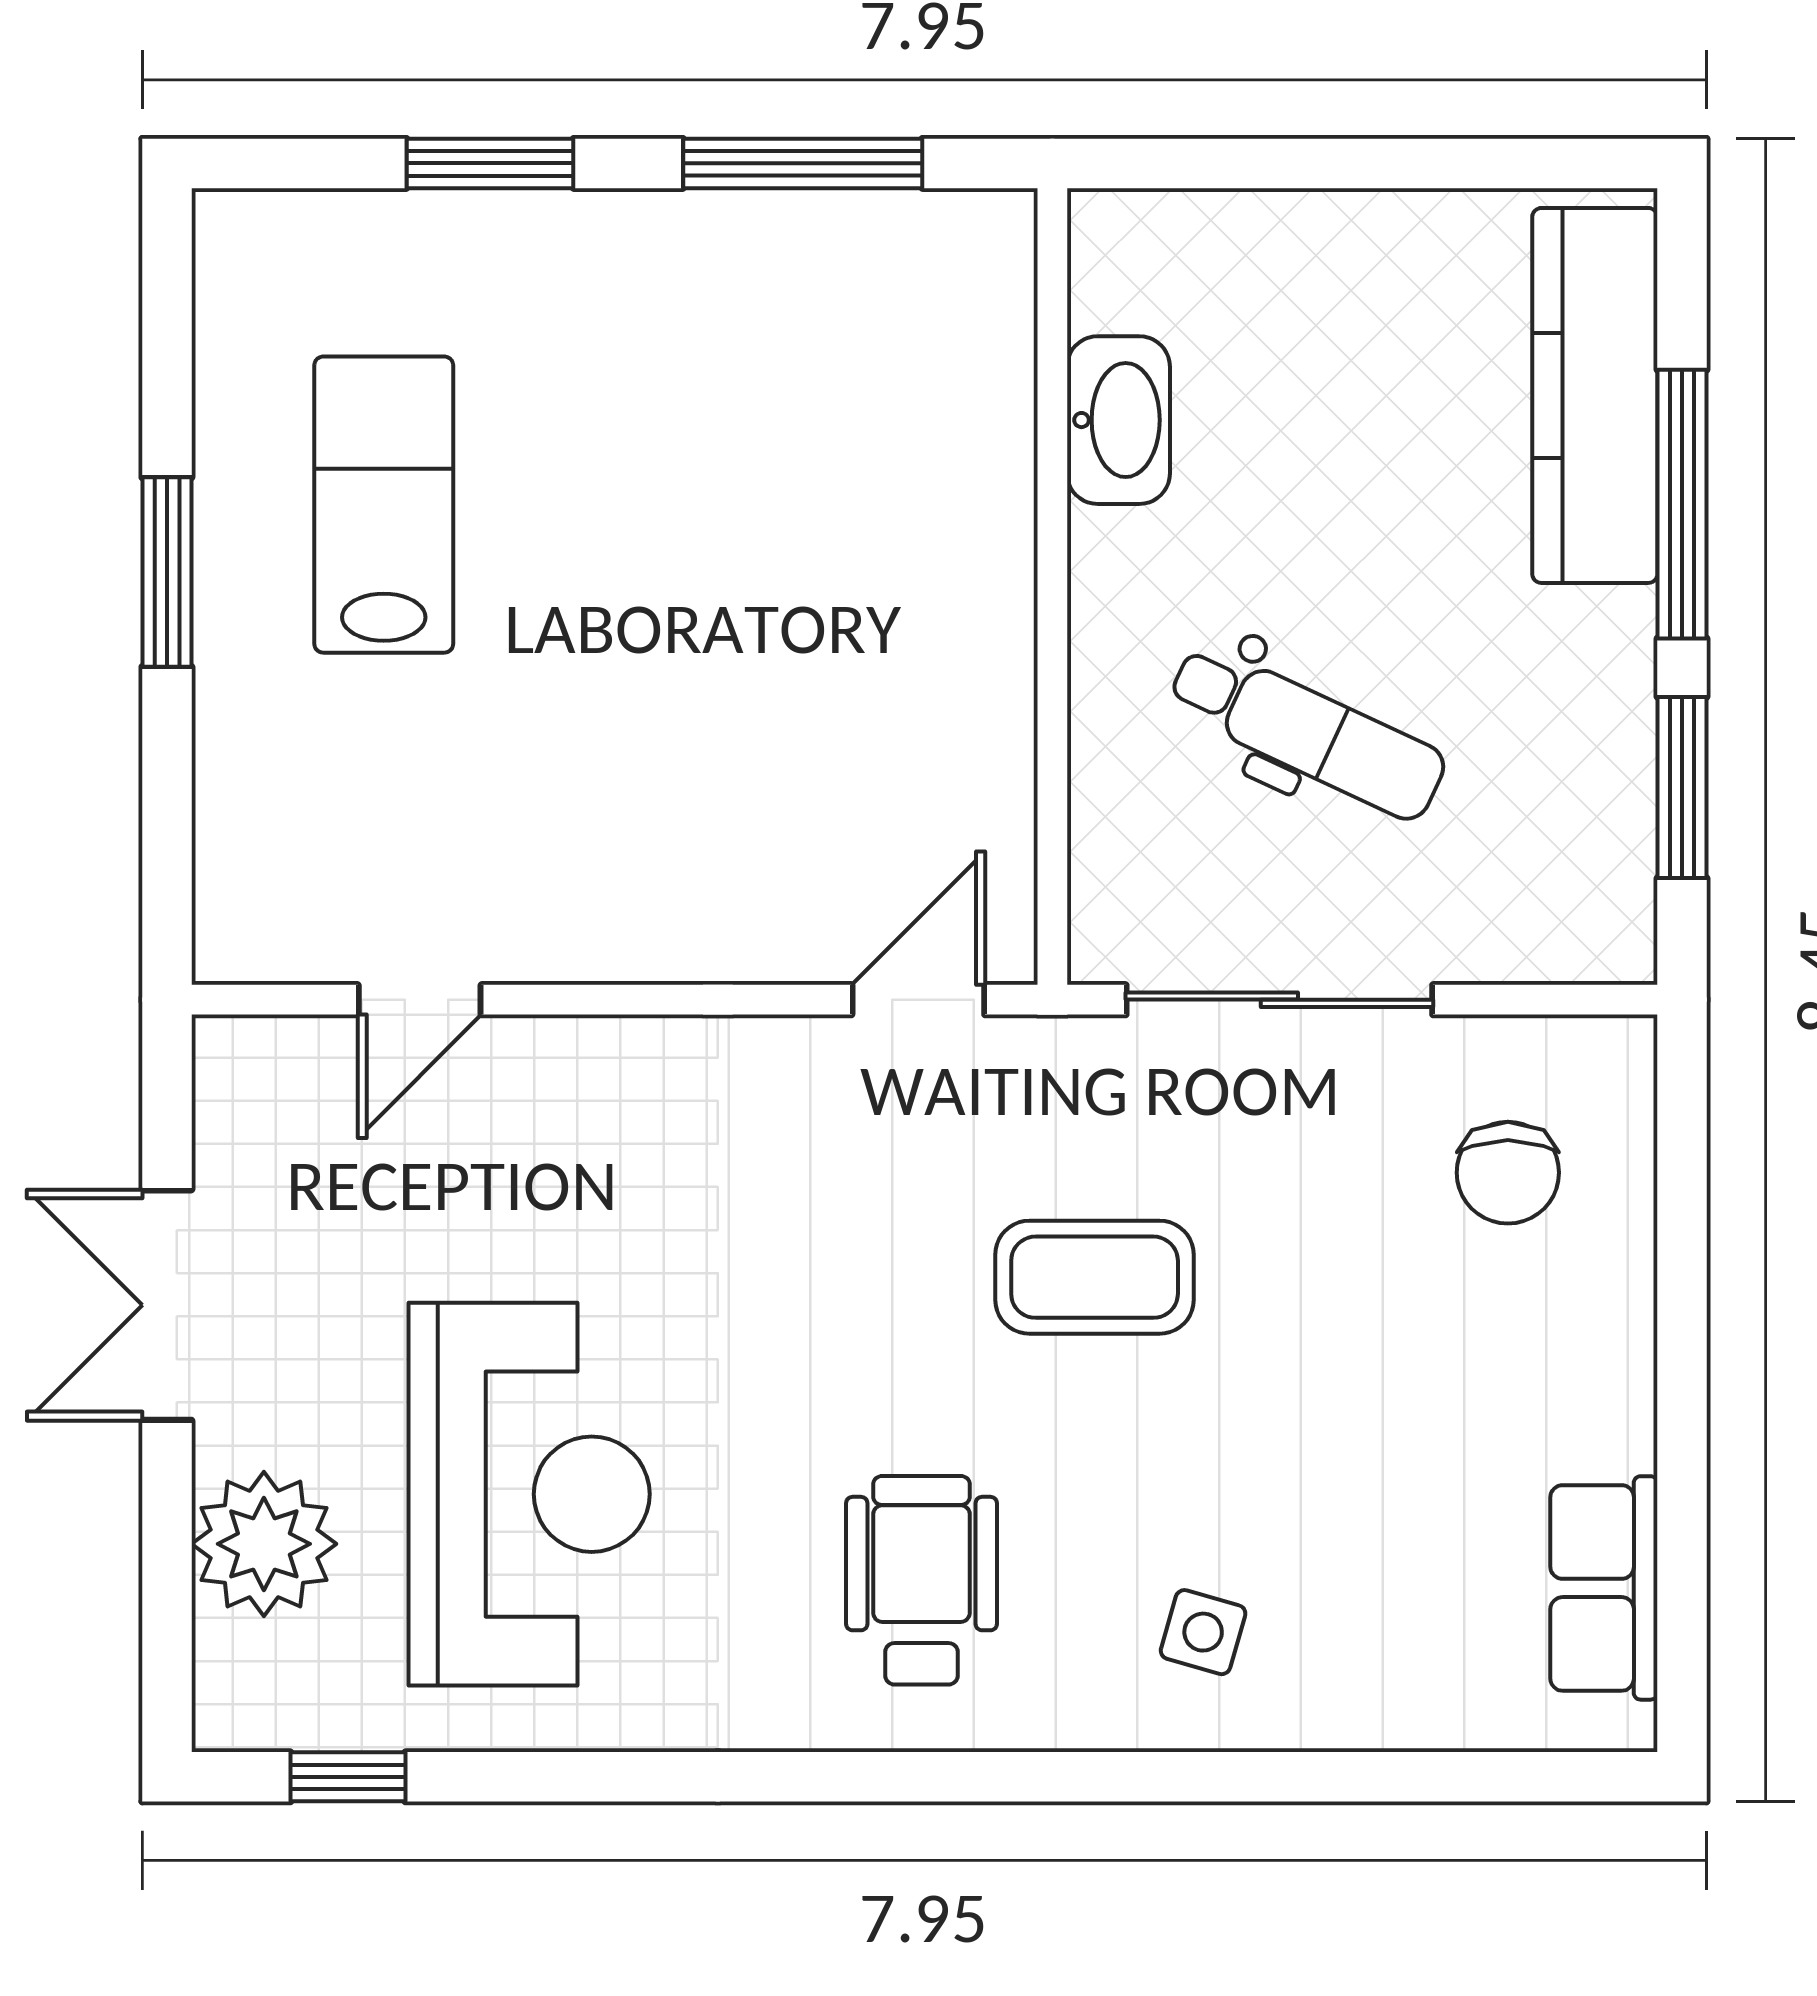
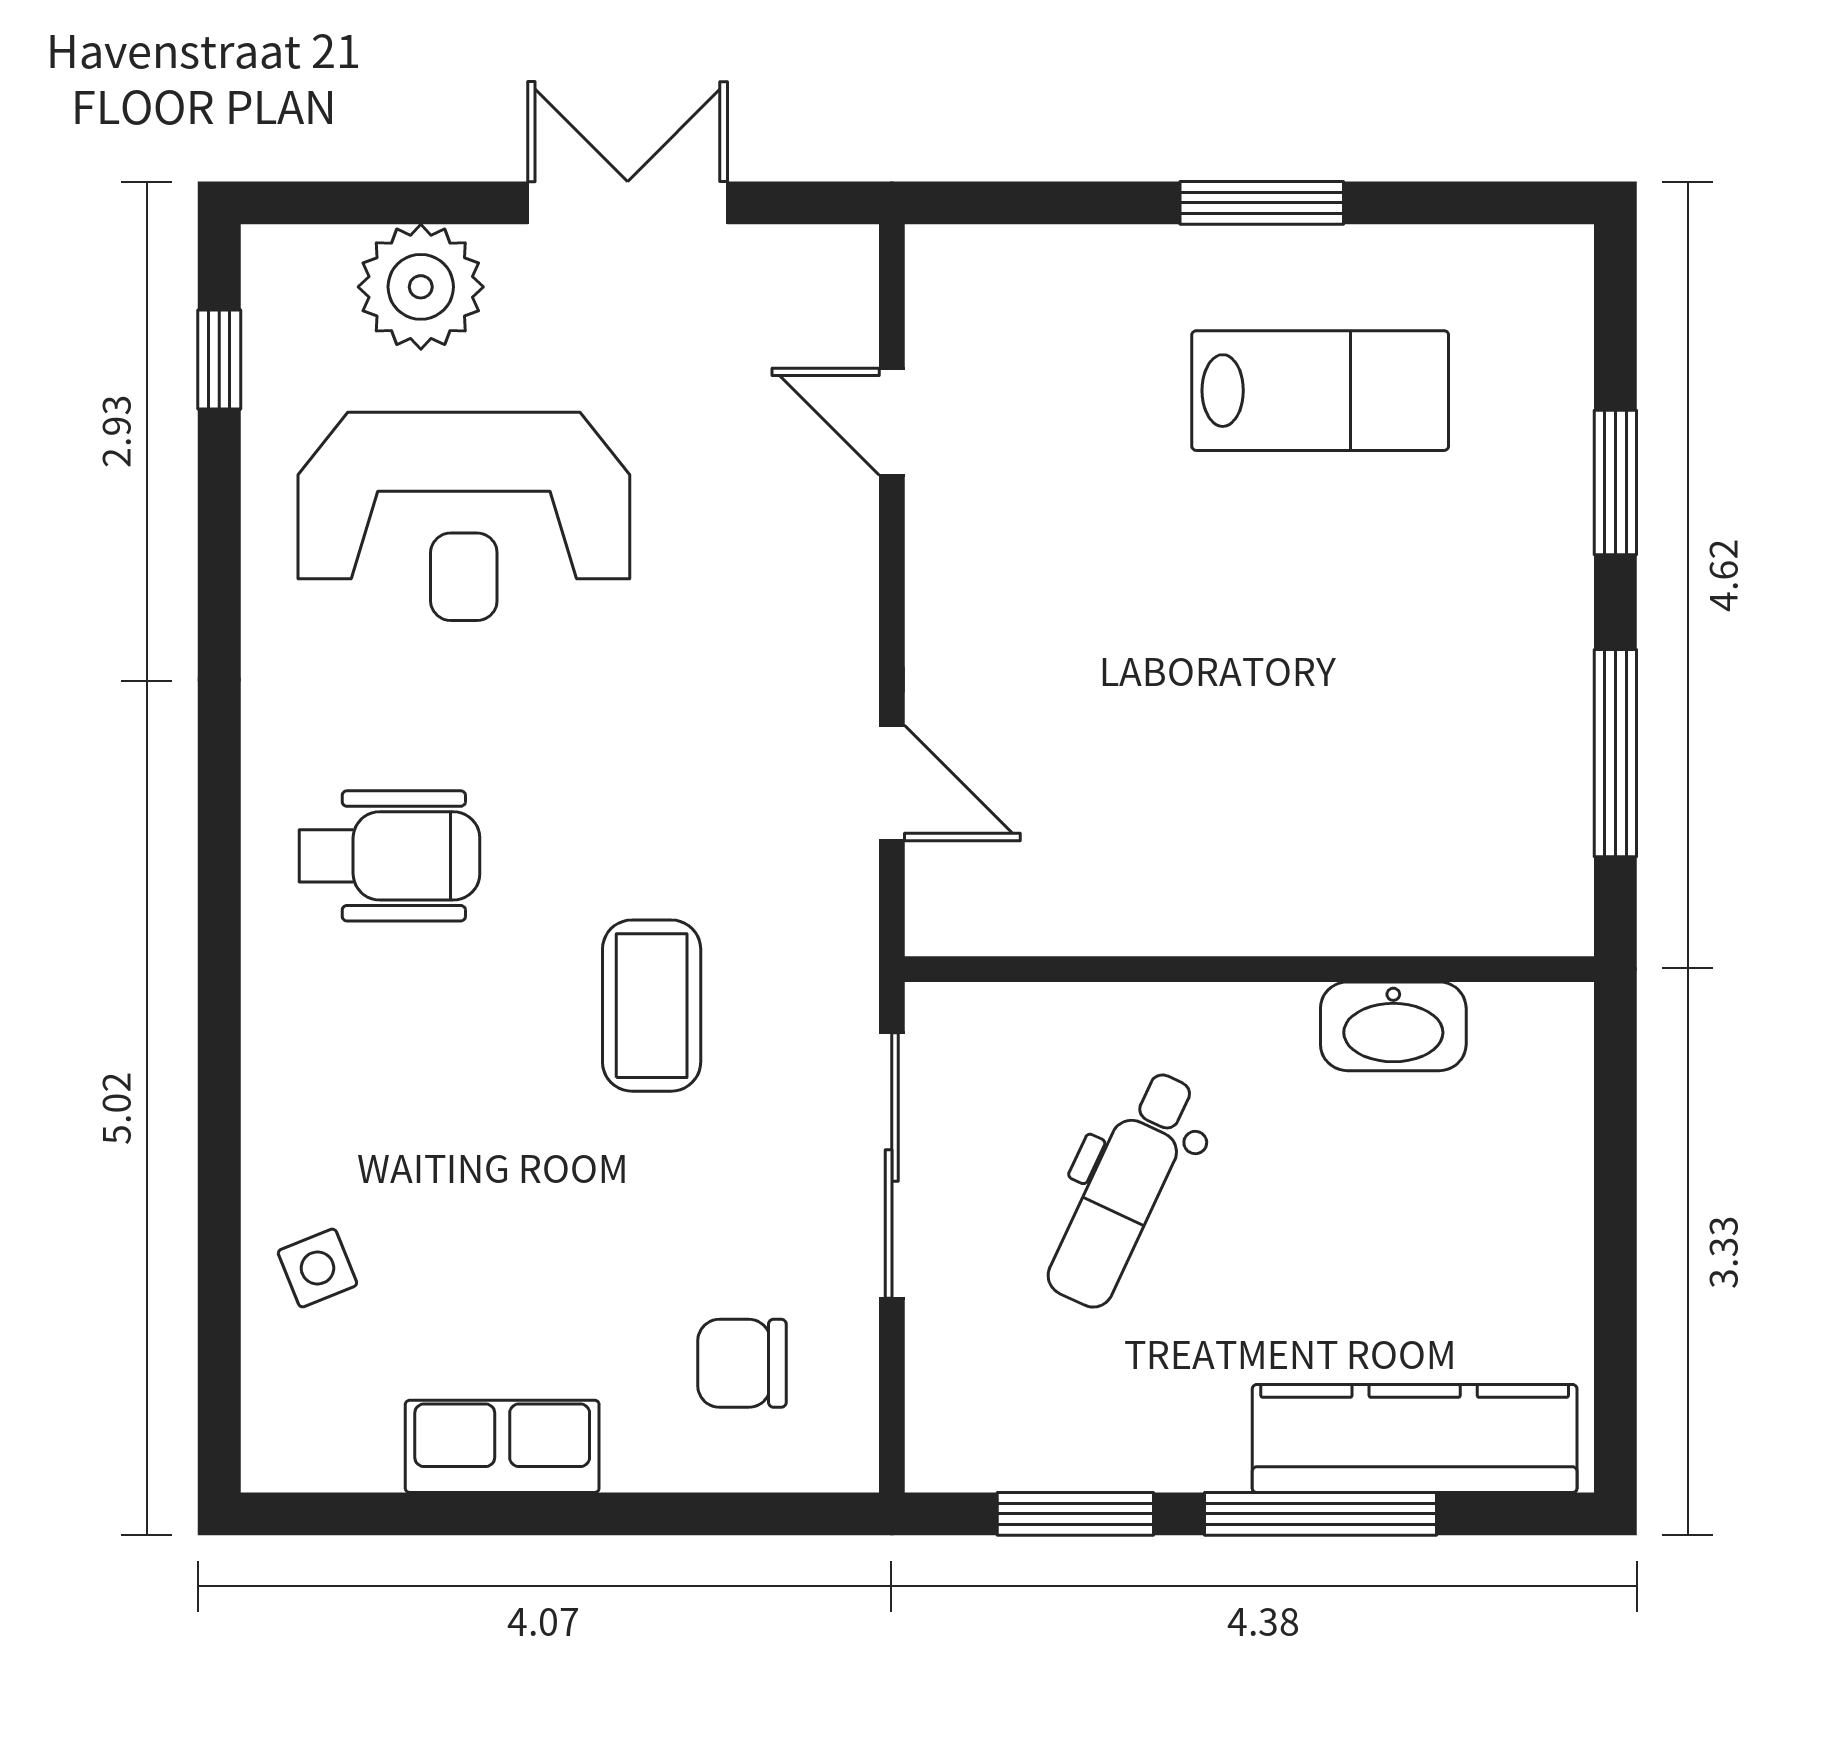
door: (918, 1000) -> (892, 783), moved
row of seats: (1604, 1588) -> (502, 1446), moved
side table: (1203, 1632) -> (317, 1268), moved, turned -38

